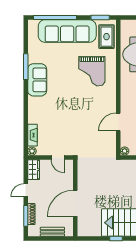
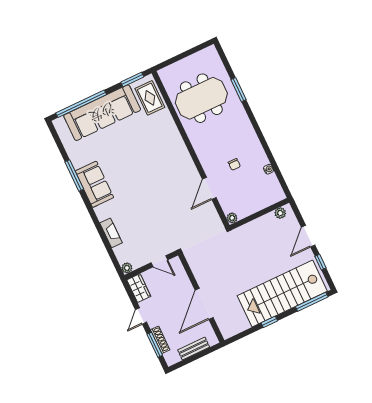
grand piano: (92, 71) -> (152, 145), removed
fireplace: (32, 135) -> (111, 233), moved

